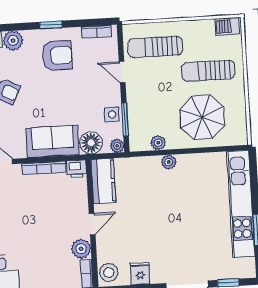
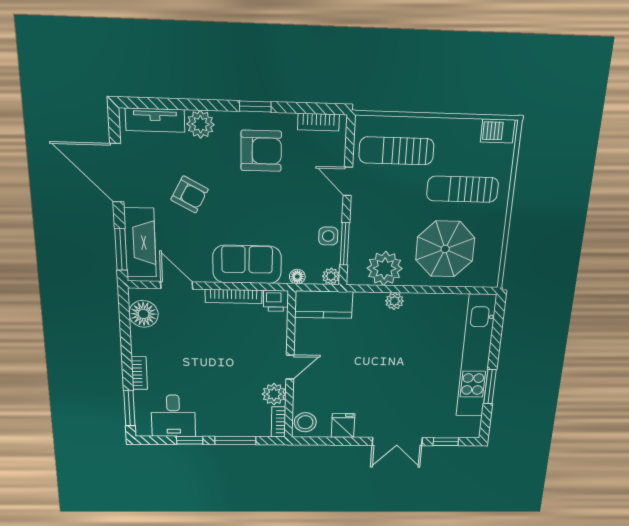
floor lamp: (91, 143) -> (297, 277), width x0.53, depth x0.53
plant: (158, 143) -> (385, 268), width x1.88, depth x1.88
kitchen counter: (103, 181) -> (324, 305), moved, turned 90

